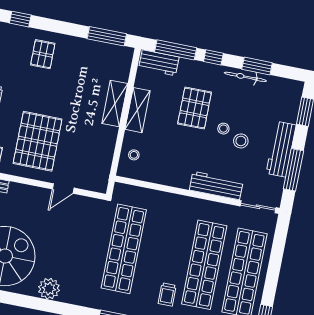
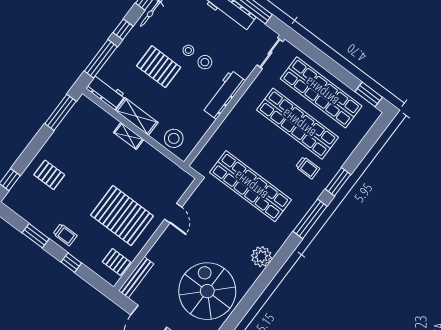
workbench: (159, 63) -> (106, 92), moved, turned -90
shelving: (115, 104) -> (129, 136), width x0.67, depth x0.75
stool: (241, 141) -> (205, 62), moved
stool: (134, 155) -> (174, 138), width x1.89, depth x1.89
workbench: (216, 186) -> (224, 95), moved
plant: (49, 289) -> (261, 257), moved

